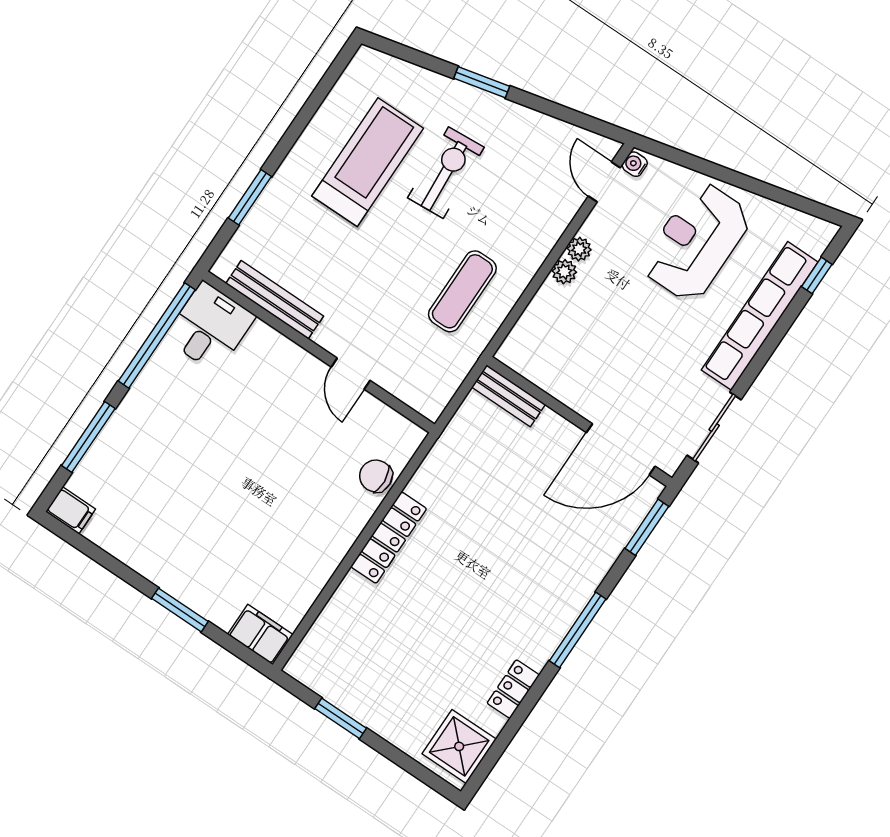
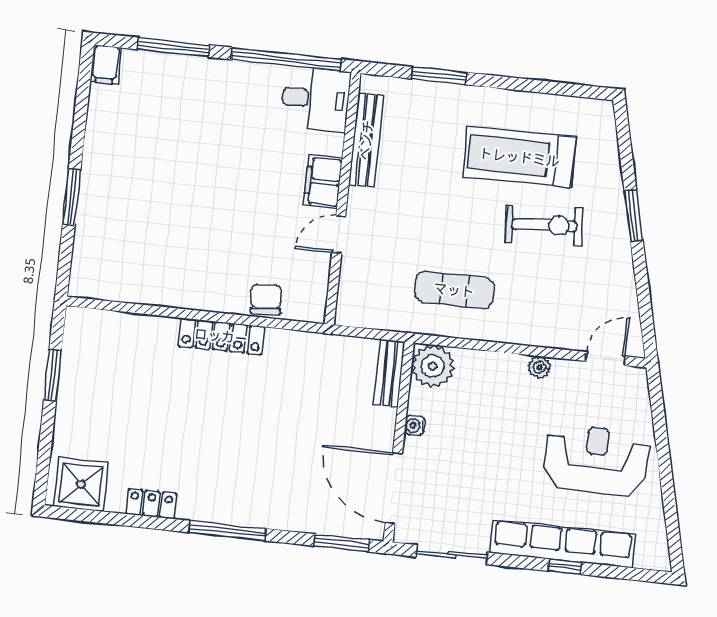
treadmill: (368, 162) -> (519, 157), turned 180
water cooler: (635, 164) -> (415, 425), moved, turned -90
plant: (564, 272) -> (433, 366), moved, width x1.88, depth x1.88
window: (817, 275) -> (565, 567), moved
filing cabinet: (260, 635) -> (323, 182), moved, turned 180

